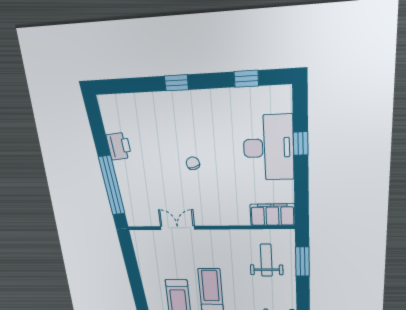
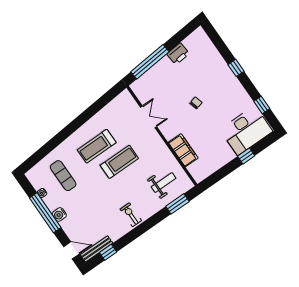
desk: (268, 148) -> (246, 131), moved
filing cabinet: (273, 215) -> (183, 150), moved

